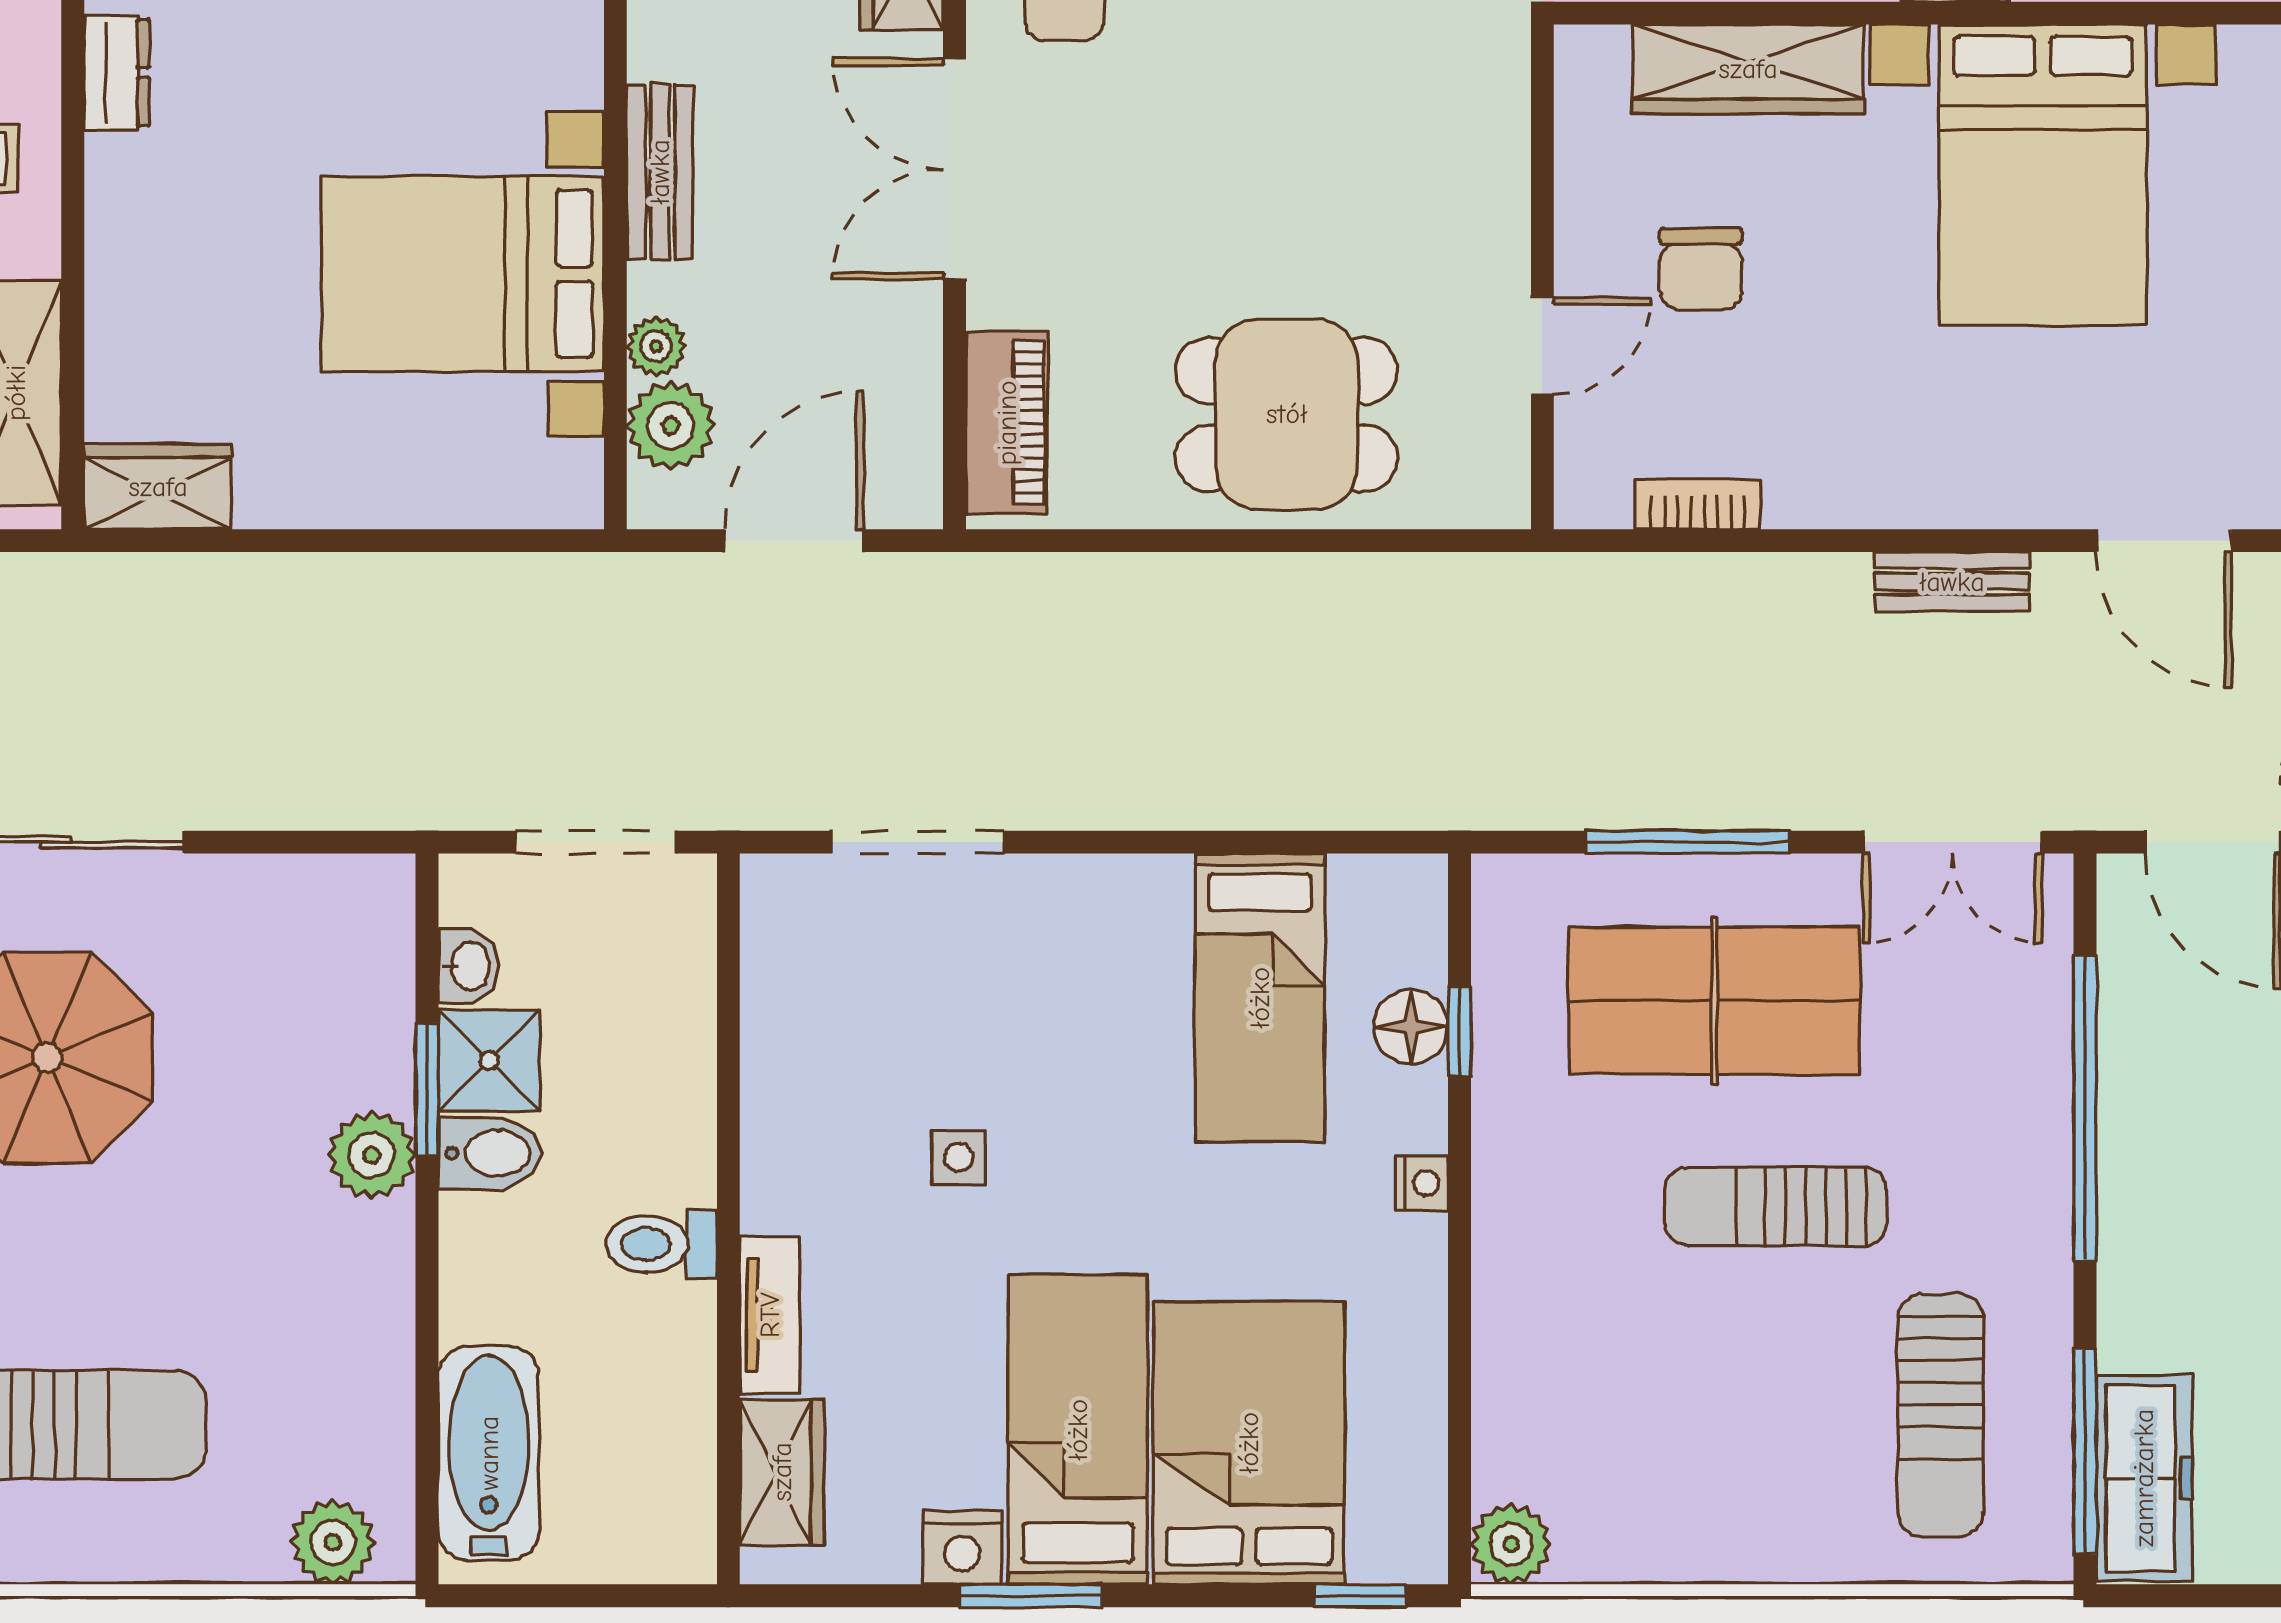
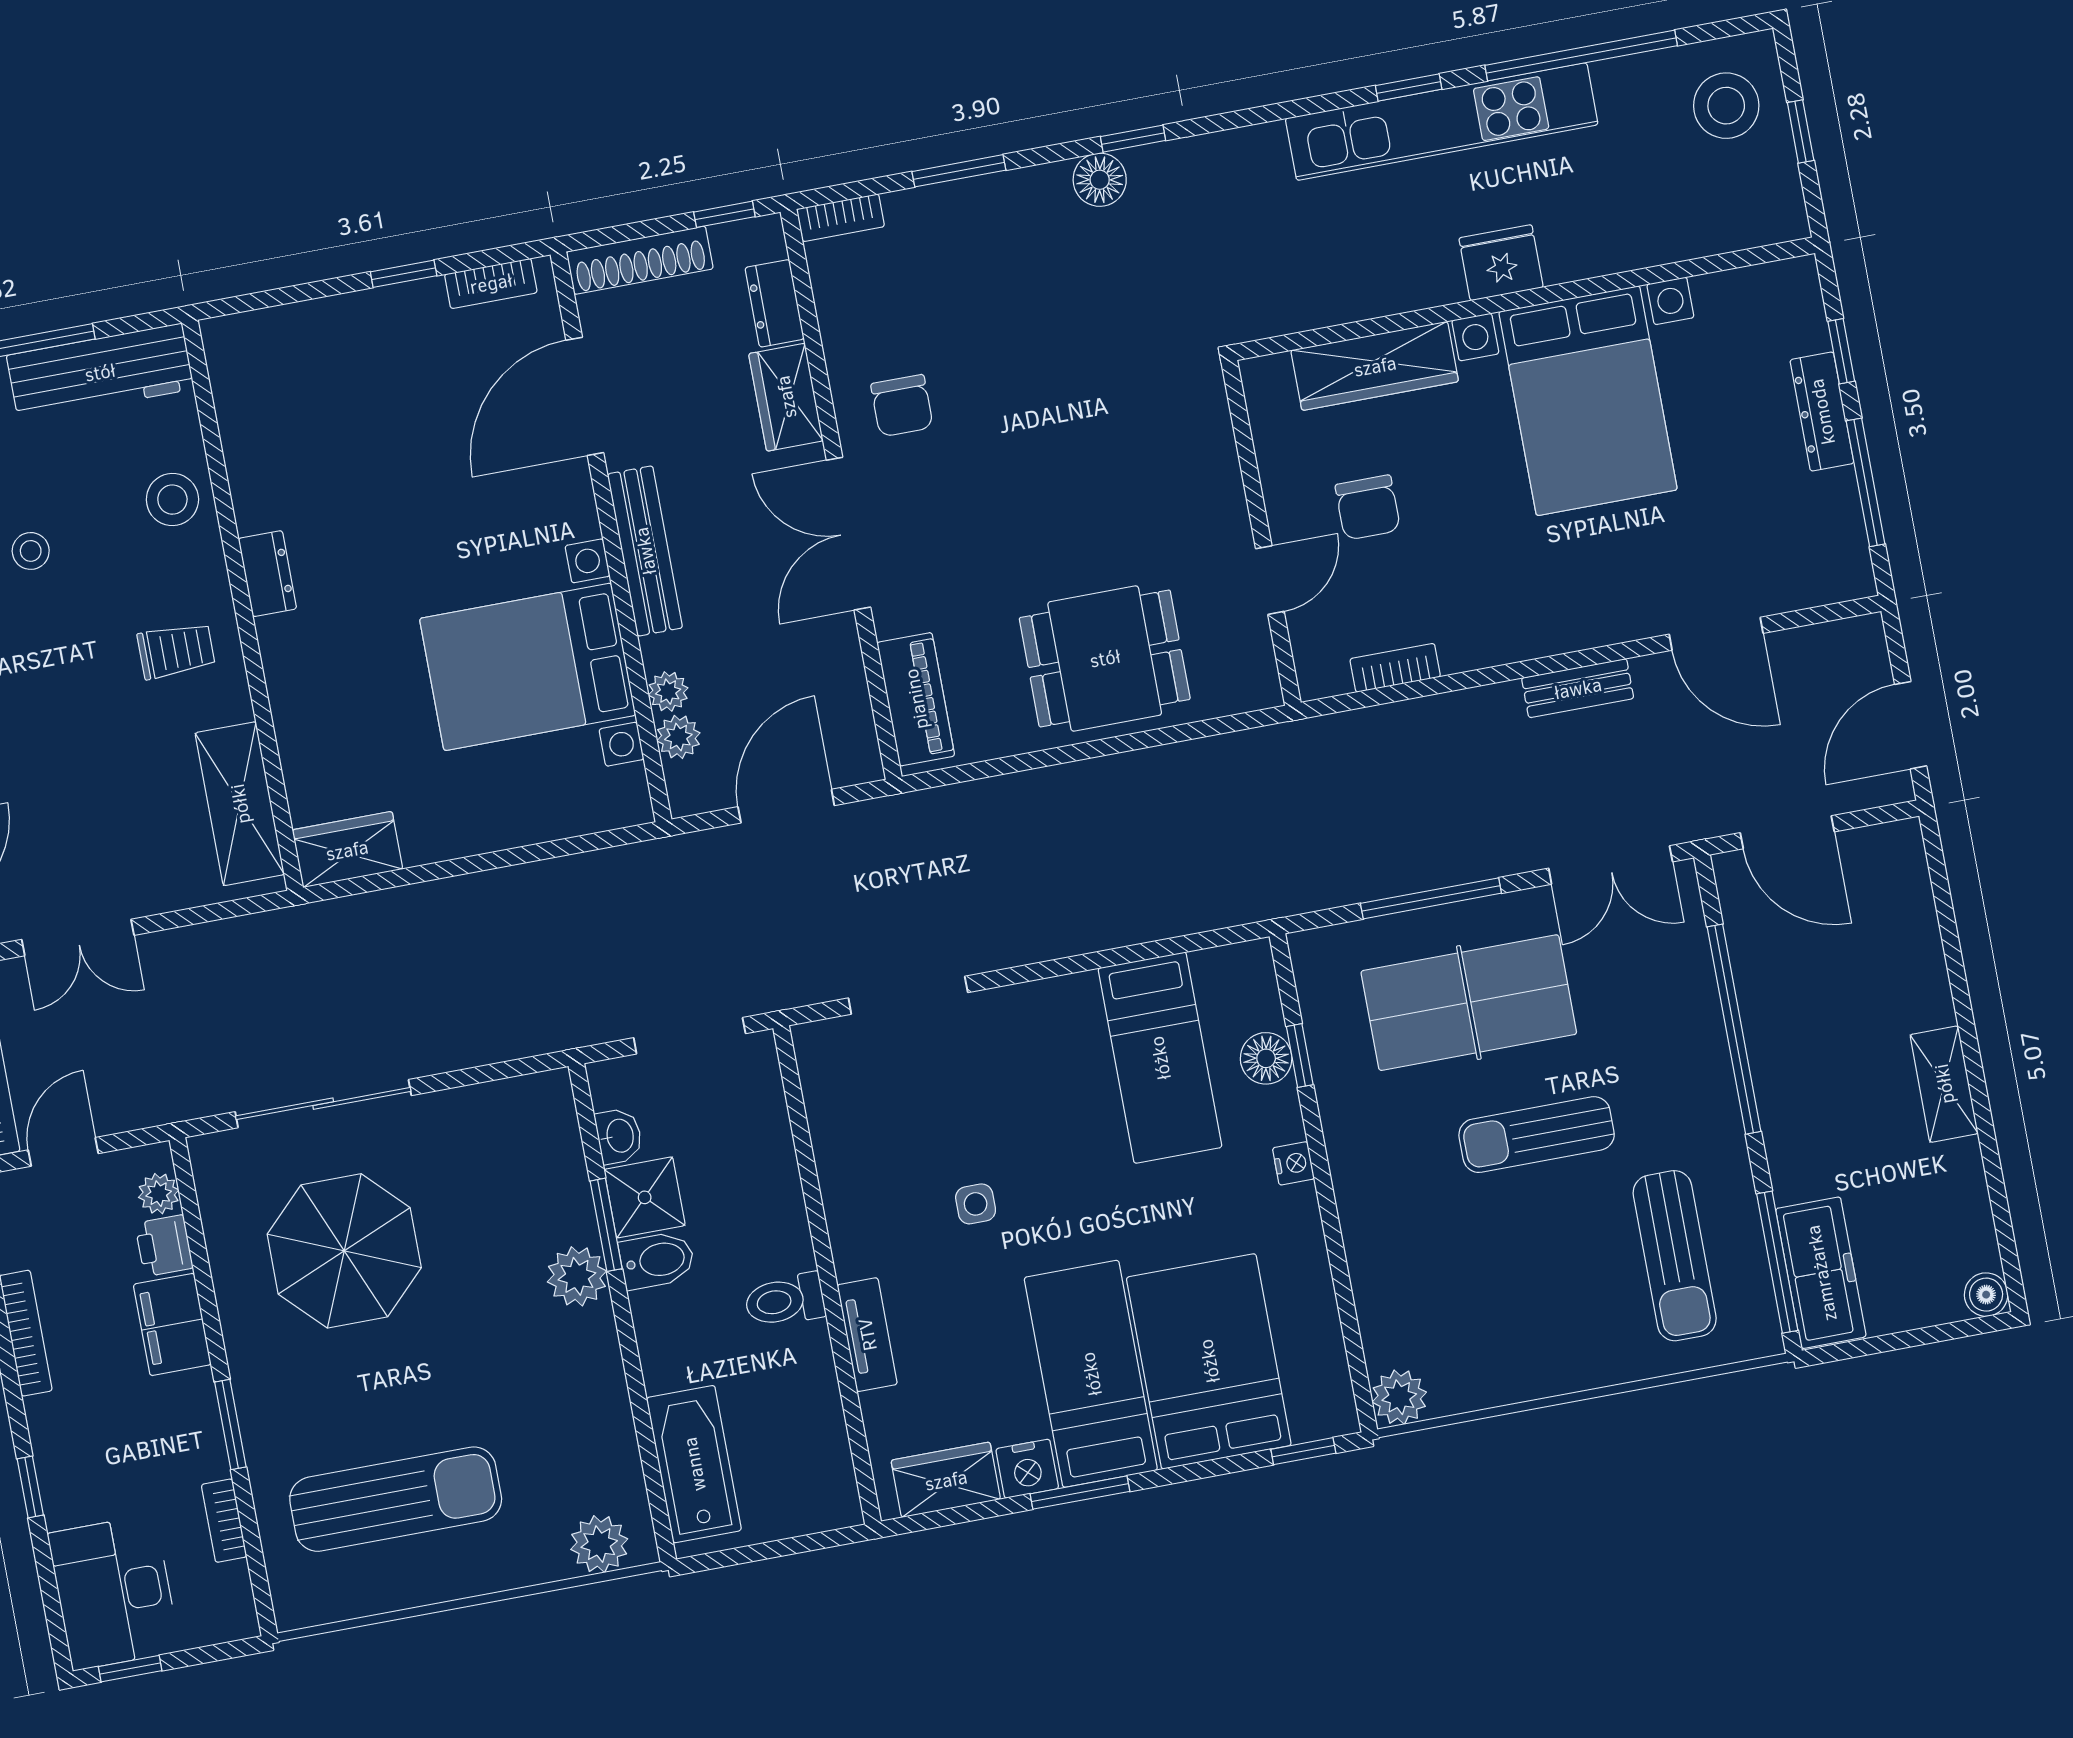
bench: (660, 172) -> (645, 551), width x1.36
plant: (671, 426) -> (678, 737), width x0.73, depth x0.73
wardrobe: (782, 1472) -> (946, 1480), moved, turned -90

